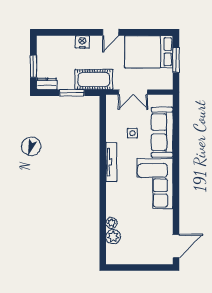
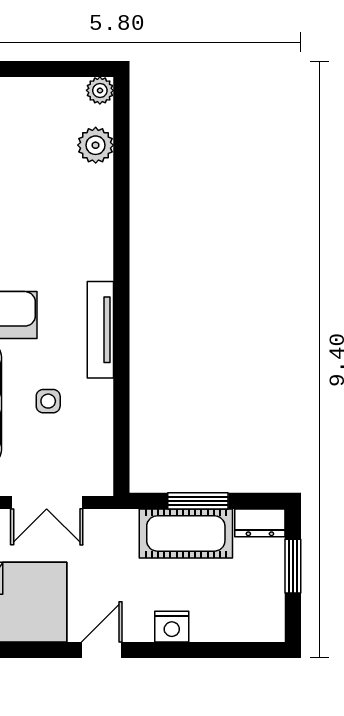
cot: (94, 80) -> (186, 533), moved
double door: (133, 92) -> (47, 502), swing flipped
plant: (111, 223) -> (100, 90), moved

